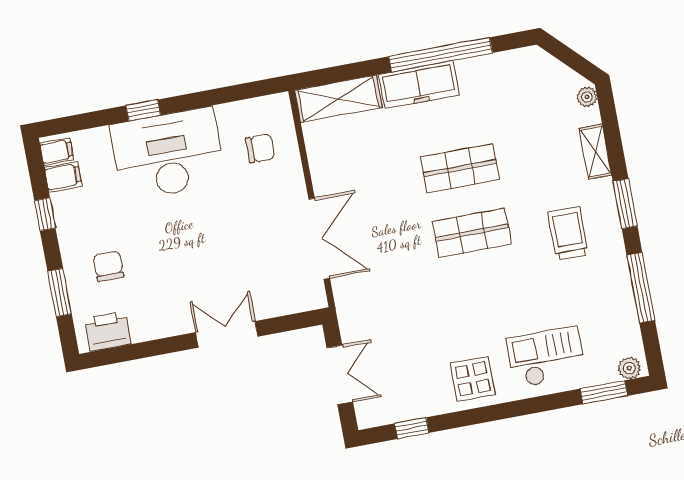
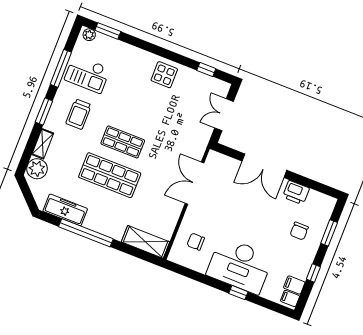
freezer: (419, 85) -> (65, 210), moved
plant: (587, 97) -> (37, 169), width x1.88, depth x1.88
shop shelf: (460, 168) -> (110, 175), width x1.43, depth x1.36
printer: (108, 331) -> (296, 193), moved
double door: (227, 334) -> (264, 166), width x1.37
checkout: (546, 357) -> (87, 74), moved

